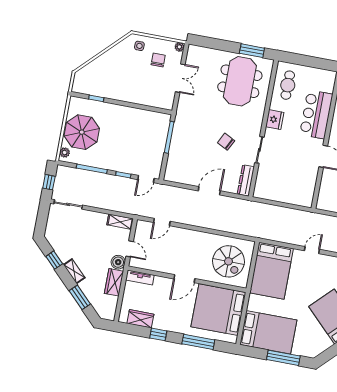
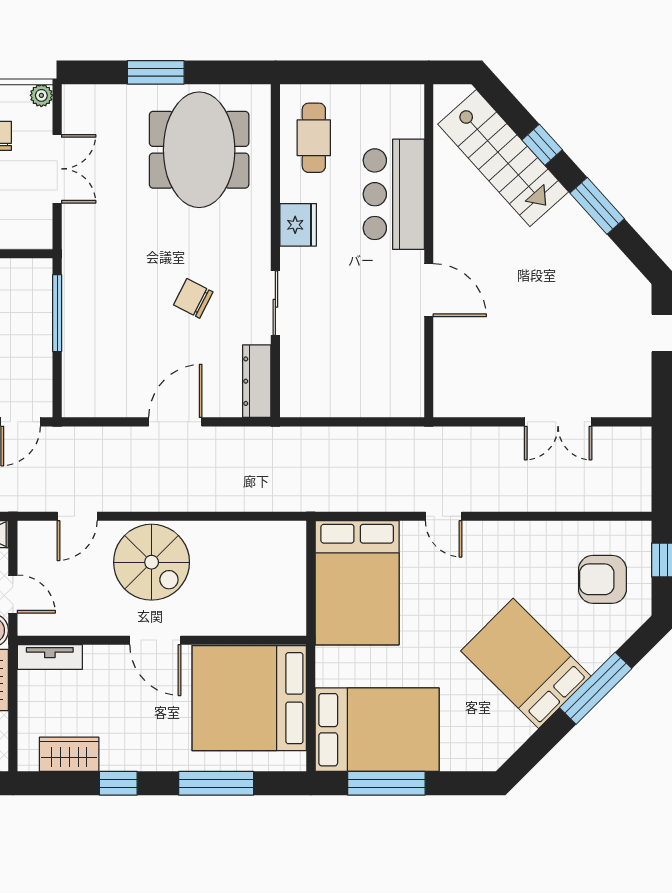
window: (252, 51) -> (156, 72), moved
door: (312, 250) -> (444, 516), swing flipped
spiral stairs: (228, 261) -> (152, 562), moved
door: (184, 279) -> (155, 640), hinge flipped
window: (283, 358) -> (386, 783), moved

